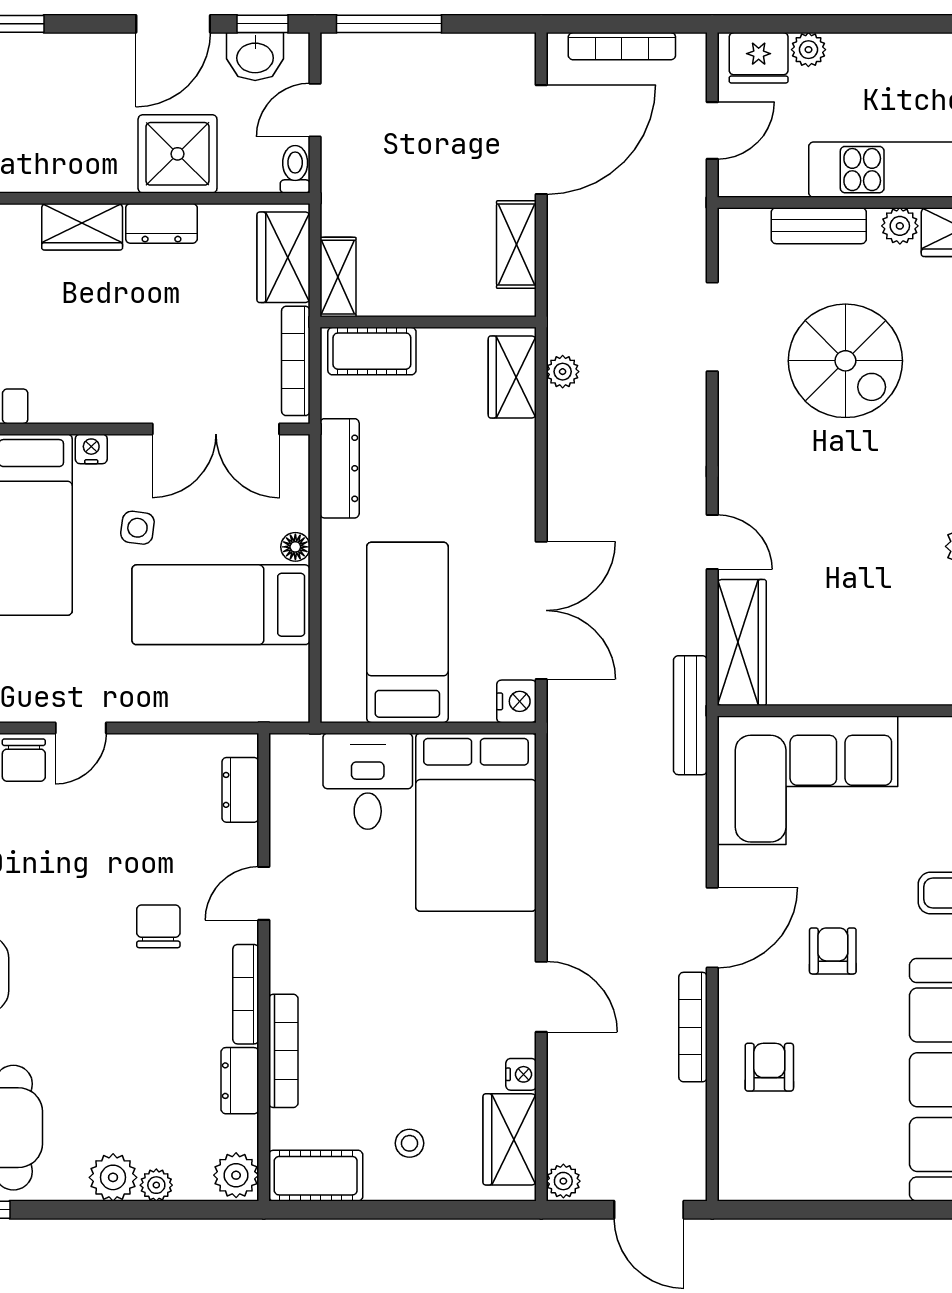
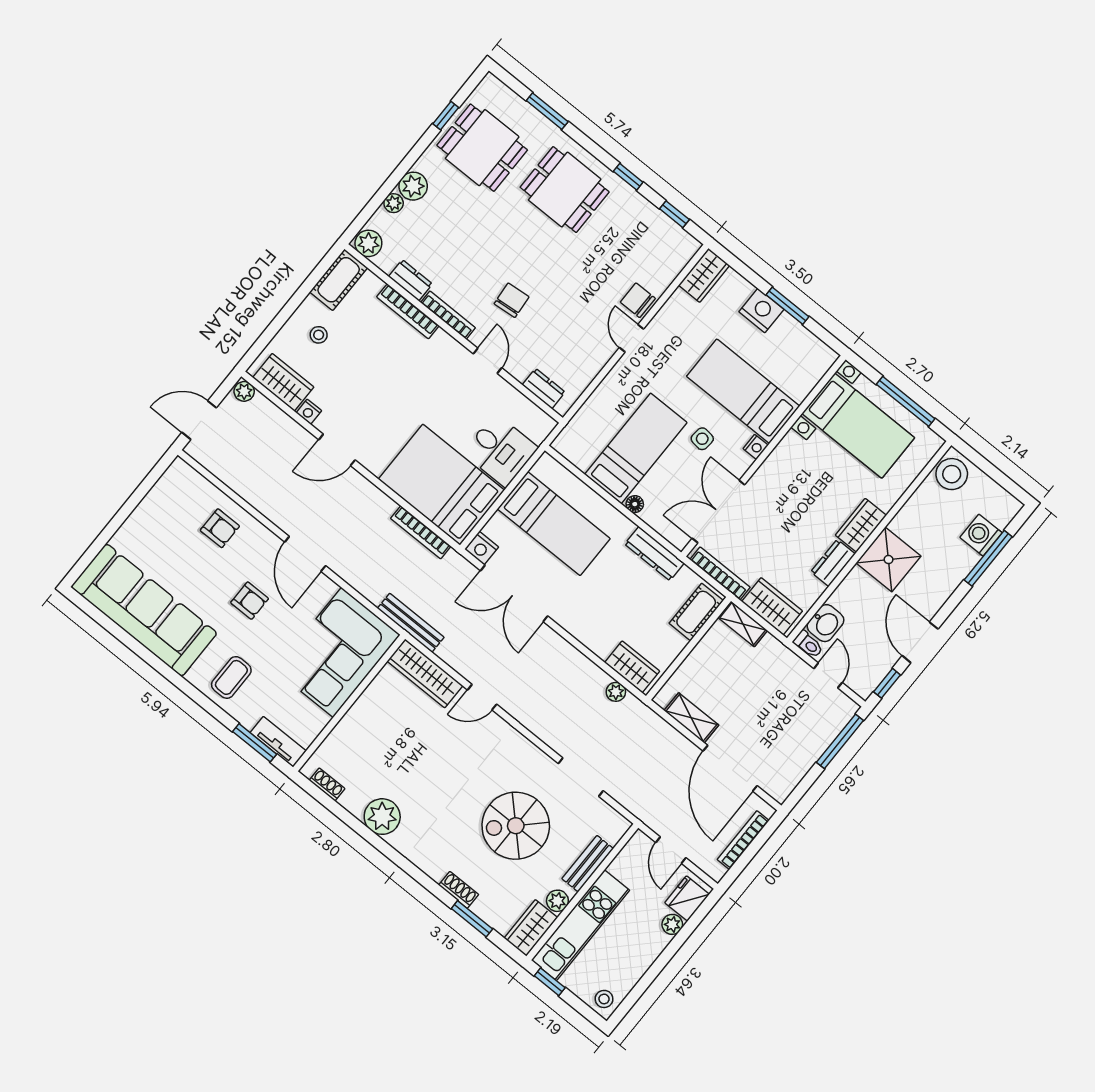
washbasin: (255, 57) -> (825, 623), moved, turned 180
shower: (178, 154) -> (889, 560), moved
chair: (158, 926) -> (512, 300), turned -95
bookcase: (693, 1027) -> (421, 532), moved, turned 180

